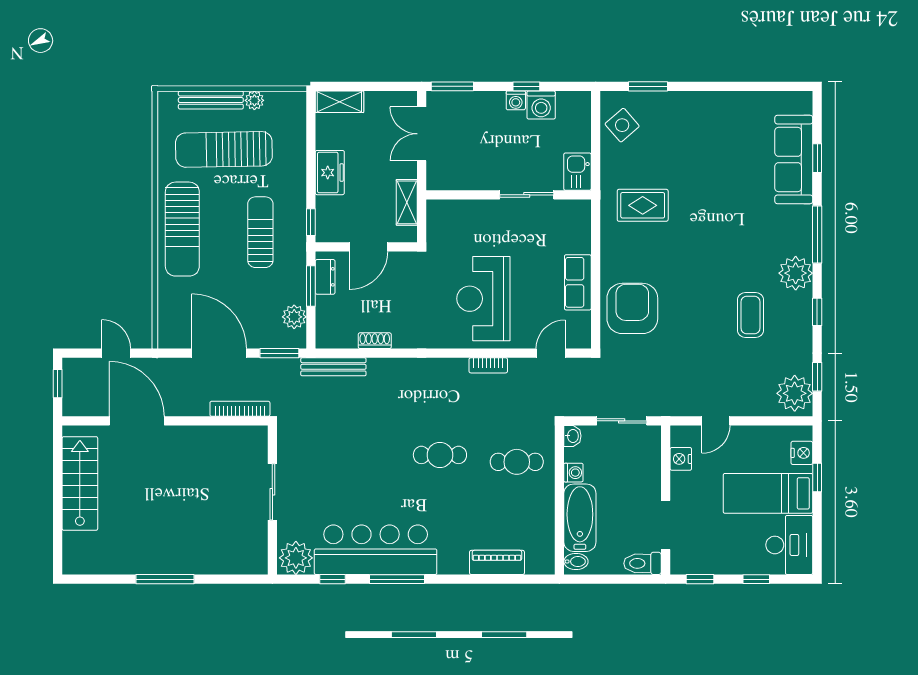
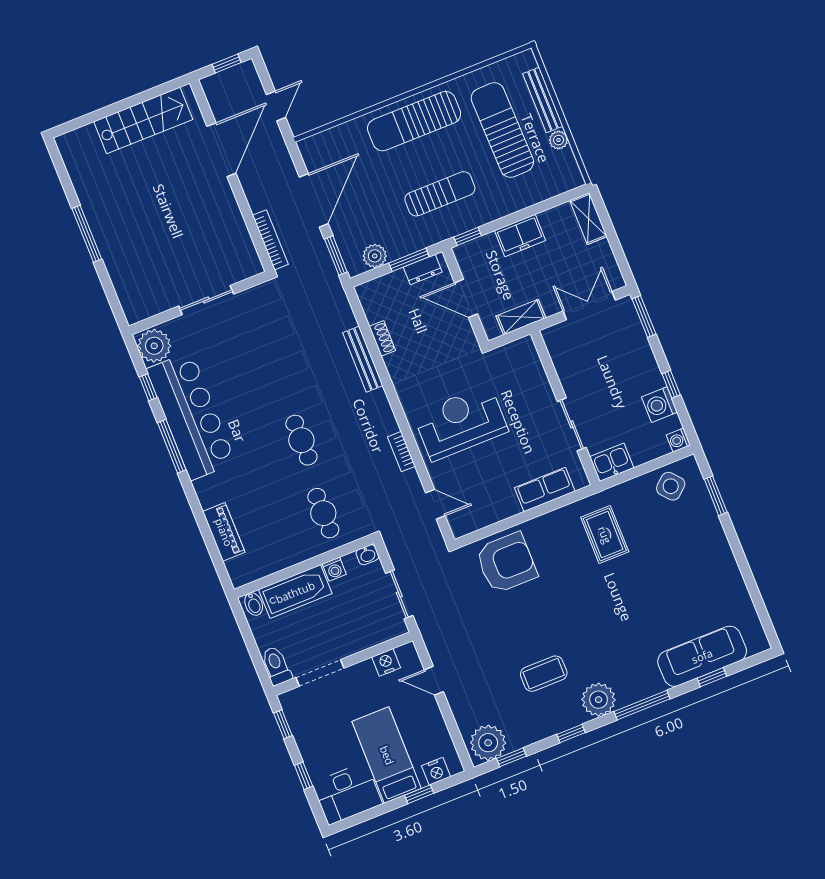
washing machine: (516, 100) -> (678, 440), moved
row of seats: (578, 282) -> (545, 489), moved
bench: (333, 367) -> (363, 359), moved

